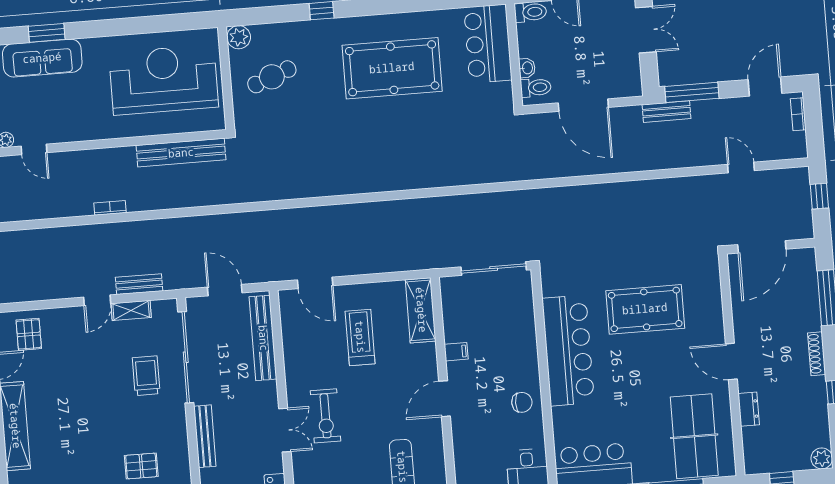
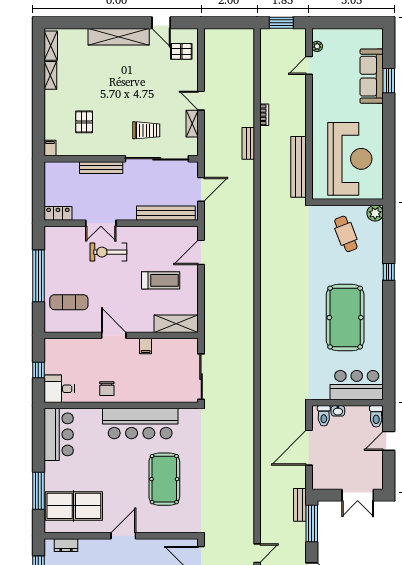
bench: (139, 284) -> (248, 143), moved
dresser: (749, 409) -> (66, 545), moved

